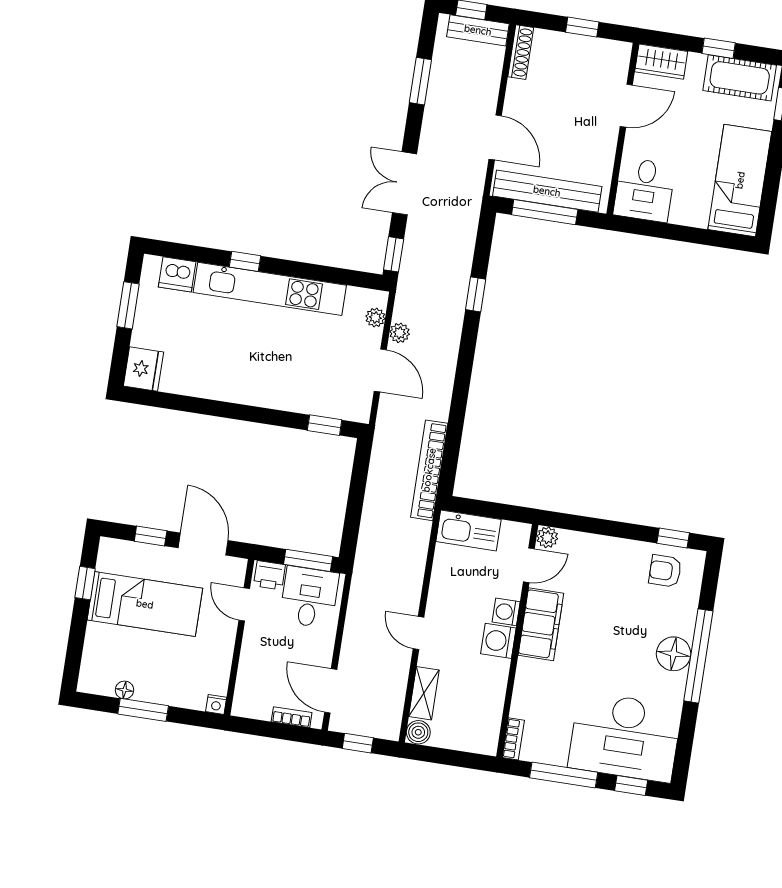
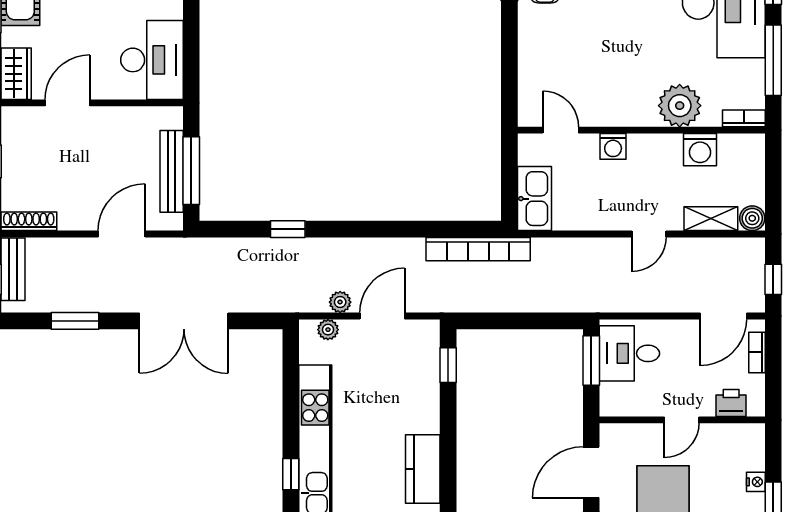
door: (626, 106) -> (67, 103), hinge flipped
double door: (405, 183) -> (184, 321), width x1.37
desk: (644, 190) -> (152, 60), width x1.37
bench: (547, 191) -> (172, 171), width x0.73, depth x0.82
window: (394, 254) -> (259, 321), removed
kitchen counter: (231, 386) -> (423, 469), added
plant: (547, 537) -> (680, 106), moved, width x1.87, depth x1.87
printer: (269, 575) -> (731, 403), moved, turned -90
door: (244, 604) -> (682, 420), moved
filing cabinet: (541, 624) -> (620, 108), removed
washing machine: (498, 641) -> (700, 150), moved
nightstand: (216, 704) -> (756, 482), moved

